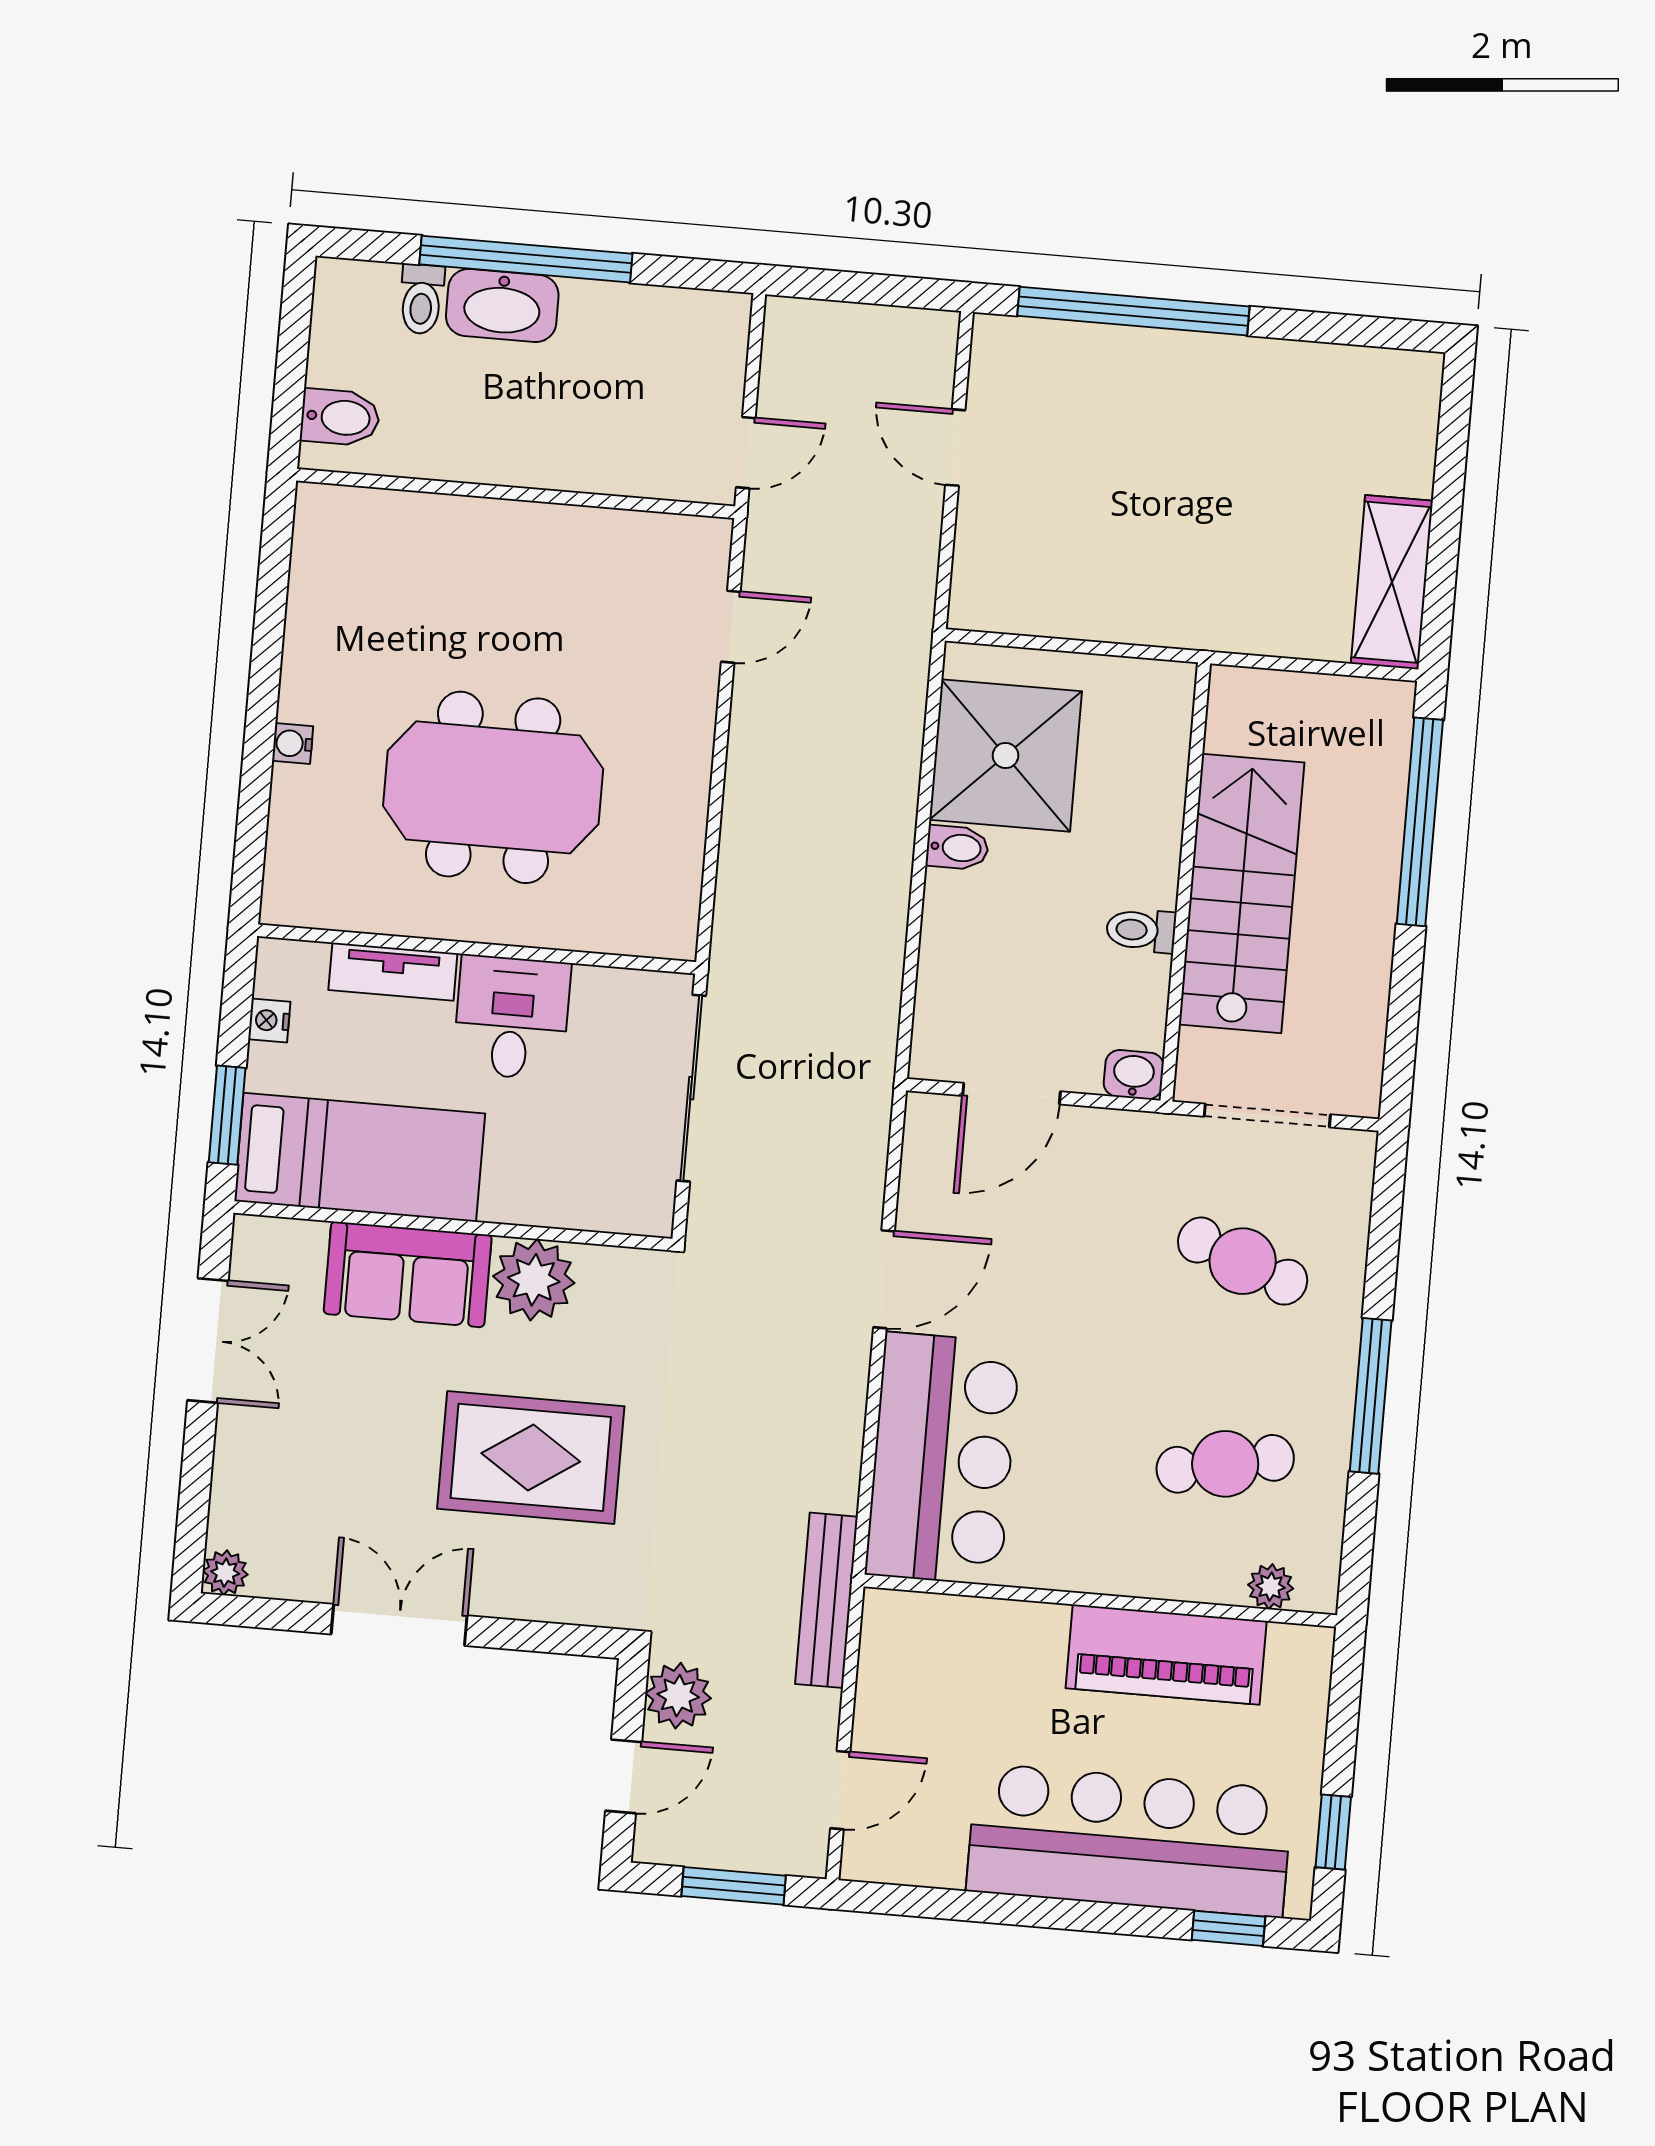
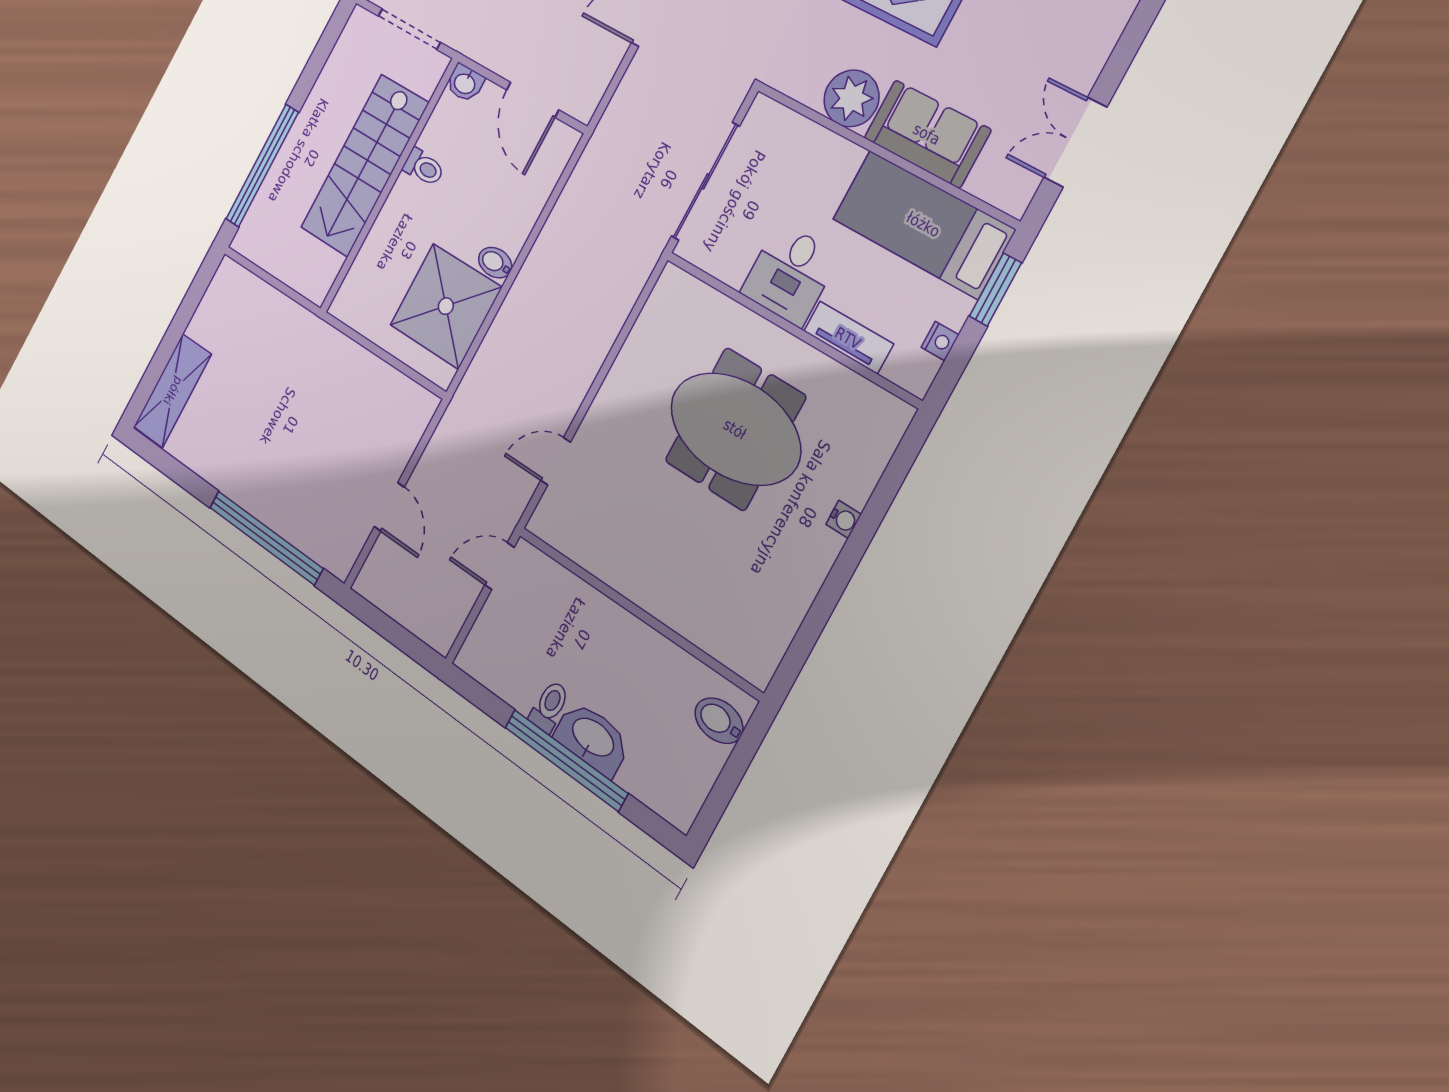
toilet: (422, 299) -> (549, 706), moved
shelving: (1392, 582) -> (173, 391), moved
door: (1011, 1094) -> (533, 100), swing flipped

